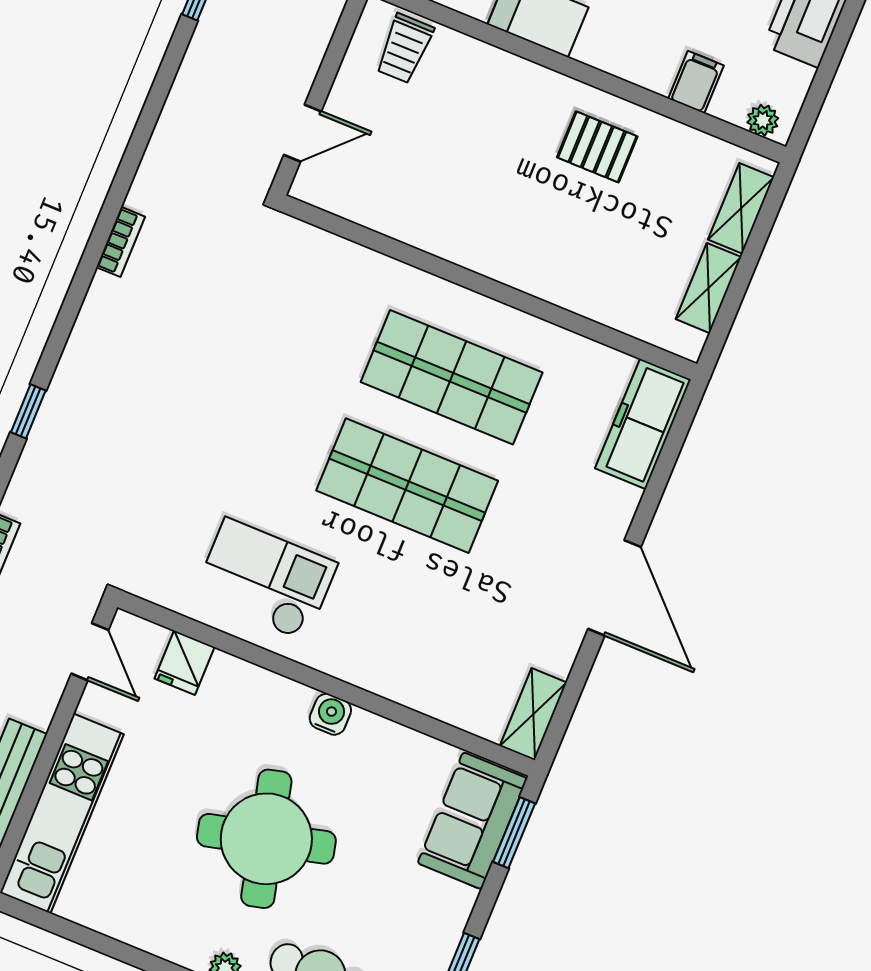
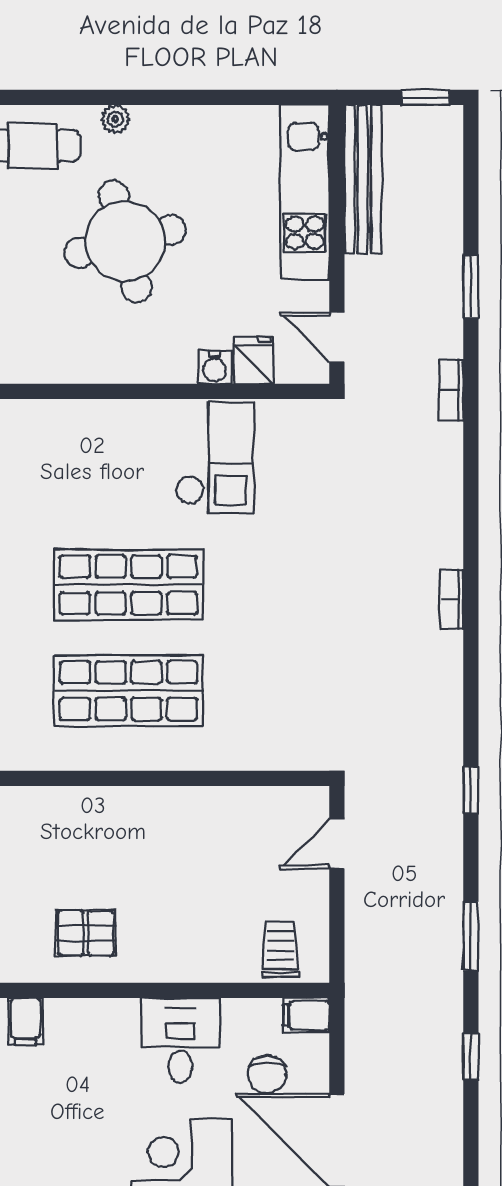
bookcase: (121, 242) -> (452, 599), moved
window: (28, 411) -> (471, 790), moved
checkout: (265, 579) -> (215, 458), turned -90
water cooler: (330, 714) -> (215, 367), moved

